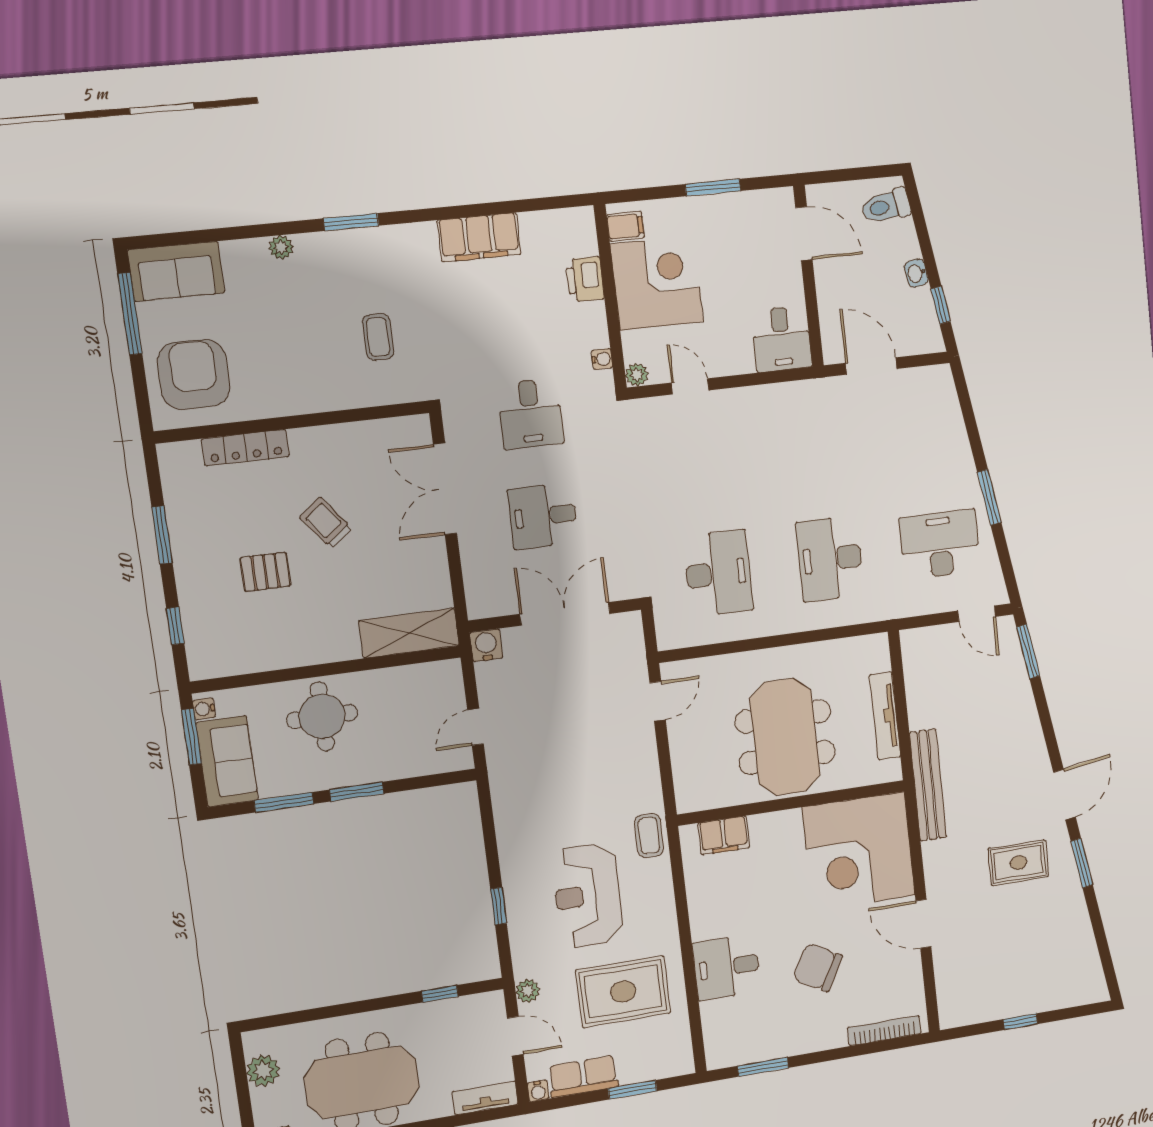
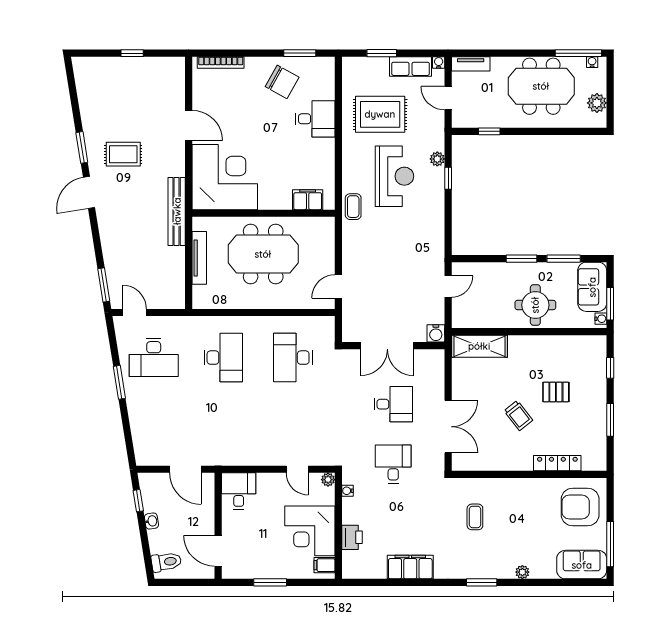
armchair: (194, 374) -> (580, 507), turned 90
meeting table: (785, 737) -> (263, 254), turned 90
chair: (818, 967) -> (282, 82), moved
plant: (528, 991) -> (437, 159), moved

